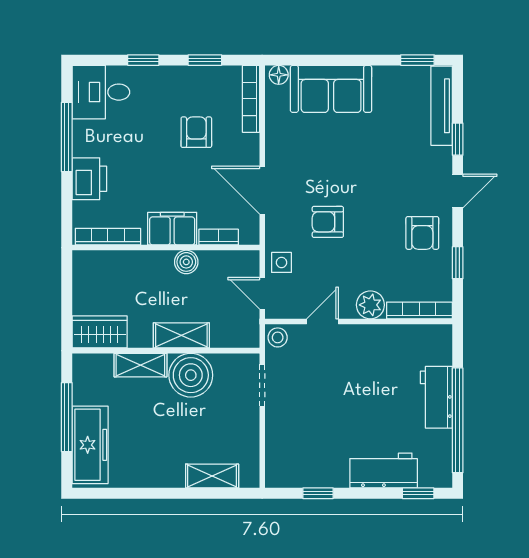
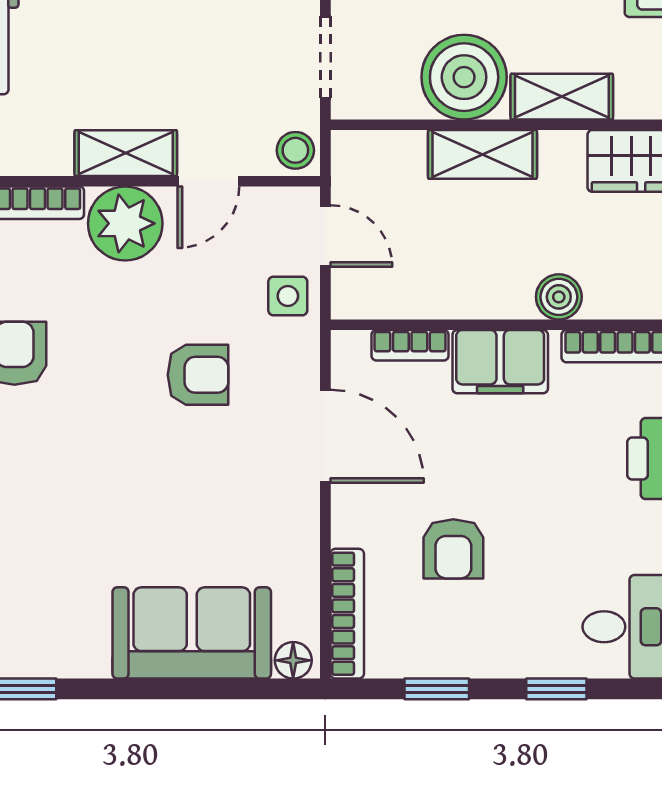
boiler: (186, 262) -> (559, 297), moved
plant: (370, 305) -> (125, 223), width x1.36, depth x1.36
shelving: (365, 336) -> (126, 153), added

